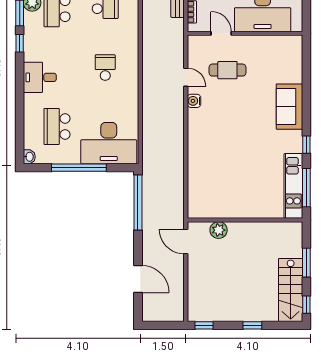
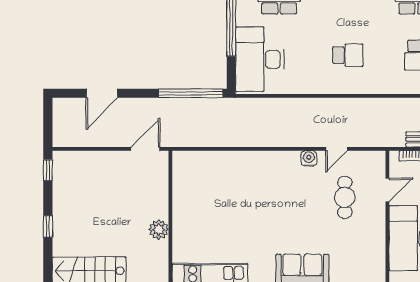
plant: (219, 230) -> (159, 229), moved

